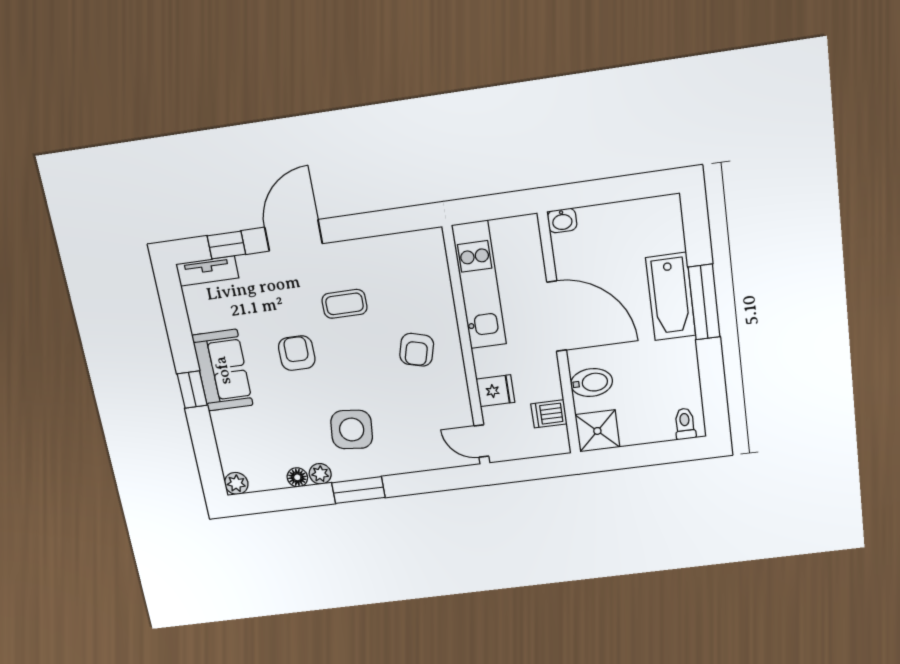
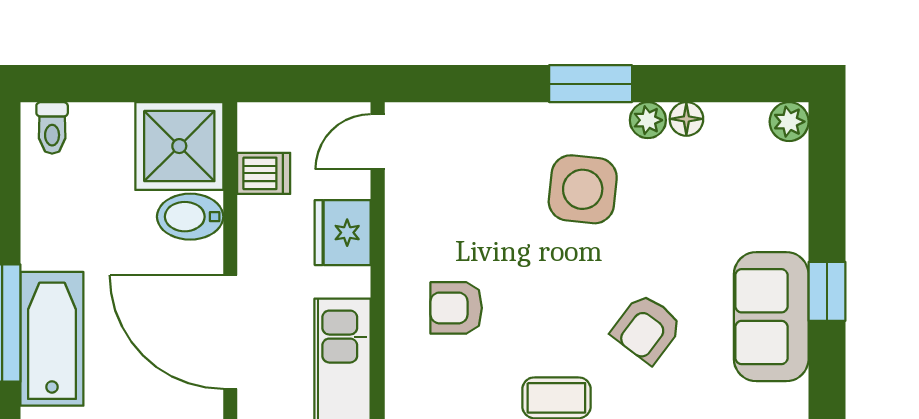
armchair: (417, 350) -> (456, 308), turned -105
armchair: (297, 353) -> (647, 329), turned 37
fridge: (495, 391) -> (343, 233), width x1.38
shower: (597, 431) -> (179, 146), width x1.36, depth x1.36
door: (481, 441) -> (378, 142), swing flipped

